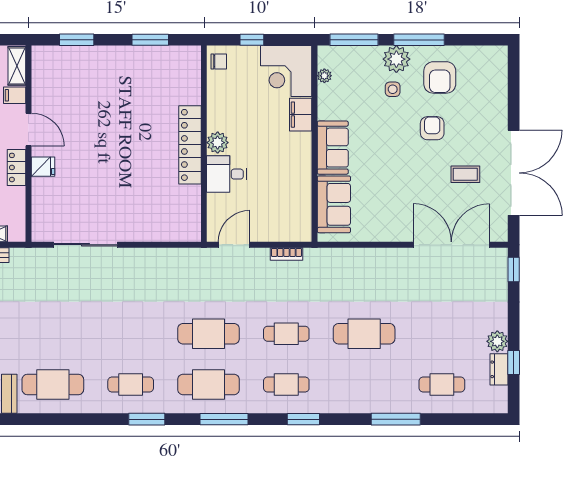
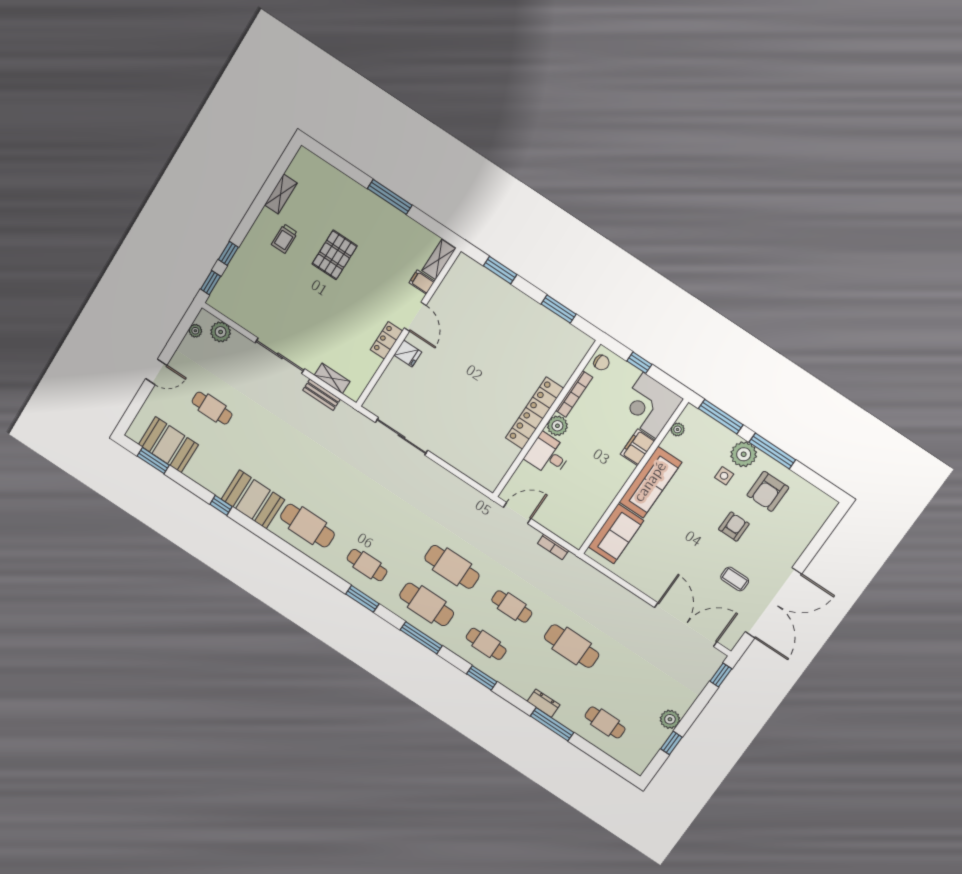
bookcase: (213, 105) -> (574, 394), added
sofa: (333, 148) -> (650, 482), width x1.36
dresser: (499, 369) -> (544, 703), moved, turned 90

